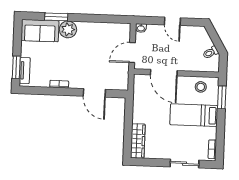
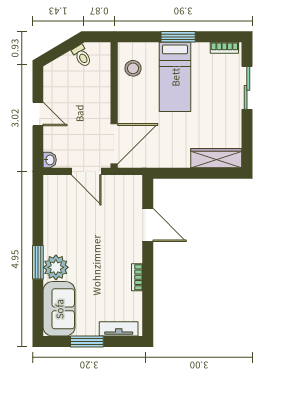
window: (56, 17) -> (38, 262), moved
door: (172, 21) -> (38, 114), hinge flipped
window: (16, 67) -> (87, 342), moved
door: (164, 73) -> (114, 144), moved
door: (94, 93) -> (148, 225), hinge flipped
window: (222, 97) -> (178, 37), moved

